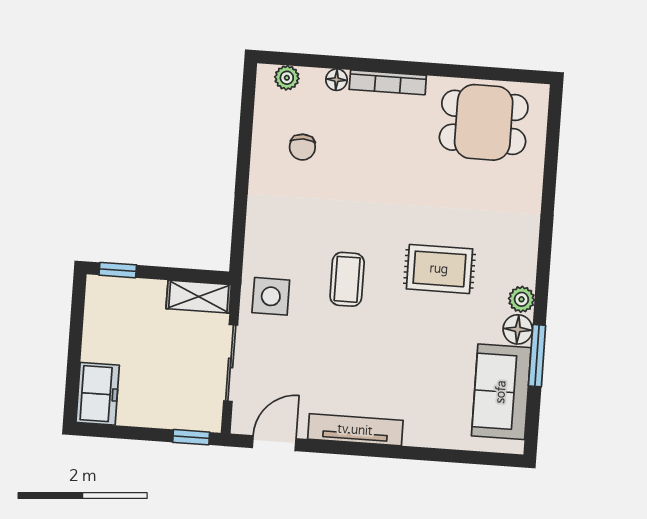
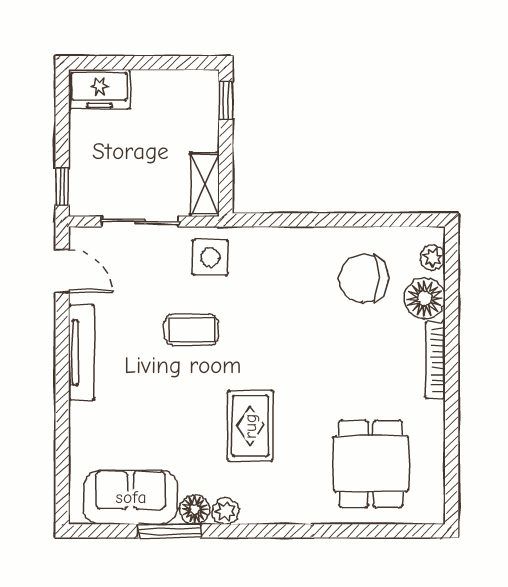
floor lamp: (336, 80) -> (425, 298), width x1.89, depth x1.89
dining table: (484, 122) -> (371, 464), moved
chair: (302, 147) -> (364, 278), width x1.87, depth x1.87
coffee table: (347, 279) -> (191, 330), moved

